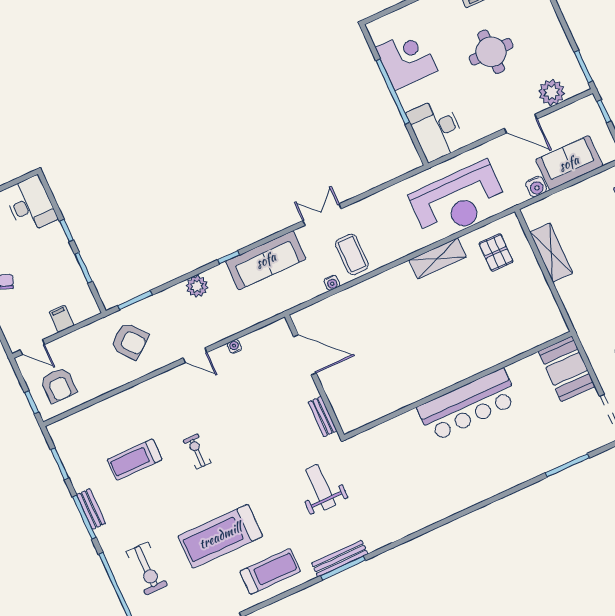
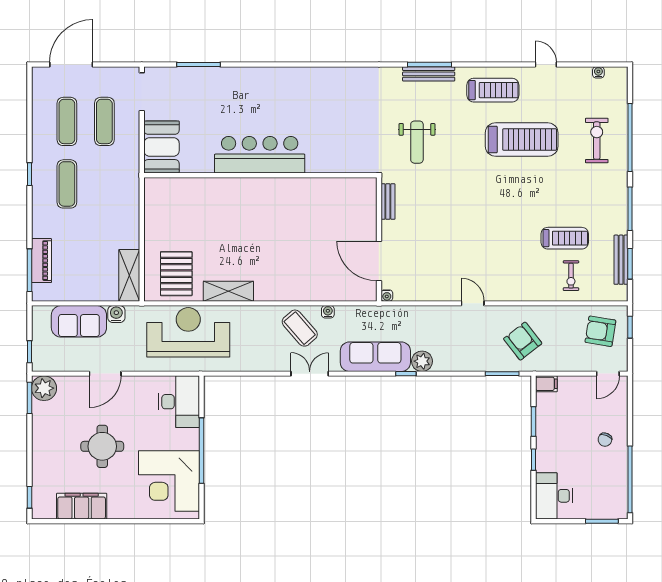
corner desk: (407, 59) -> (169, 481), width x1.36, depth x1.36
plant: (552, 92) -> (44, 388), moved
door: (521, 124) -> (105, 374), swing flipped
double door: (322, 215) -> (310, 374), swing flipped
pallet: (496, 252) -> (176, 274), width x1.50, depth x1.42
shelving: (551, 253) -> (129, 275), moved
coffee table: (352, 254) -> (300, 328), turned -41
plant: (197, 286) -> (422, 361), moved
filing cabinet: (61, 319) -> (546, 384), moved, turned -90
water cooler: (234, 346) -> (387, 296), moved
door: (32, 347) -> (608, 374), swing flipped
armchair: (58, 385) -> (600, 331), turned -81
exercise bike: (197, 452) -> (571, 276), moved
bench: (91, 509) -> (621, 260), moved, width x1.36
treadmill: (270, 571) -> (493, 90), turned 180

